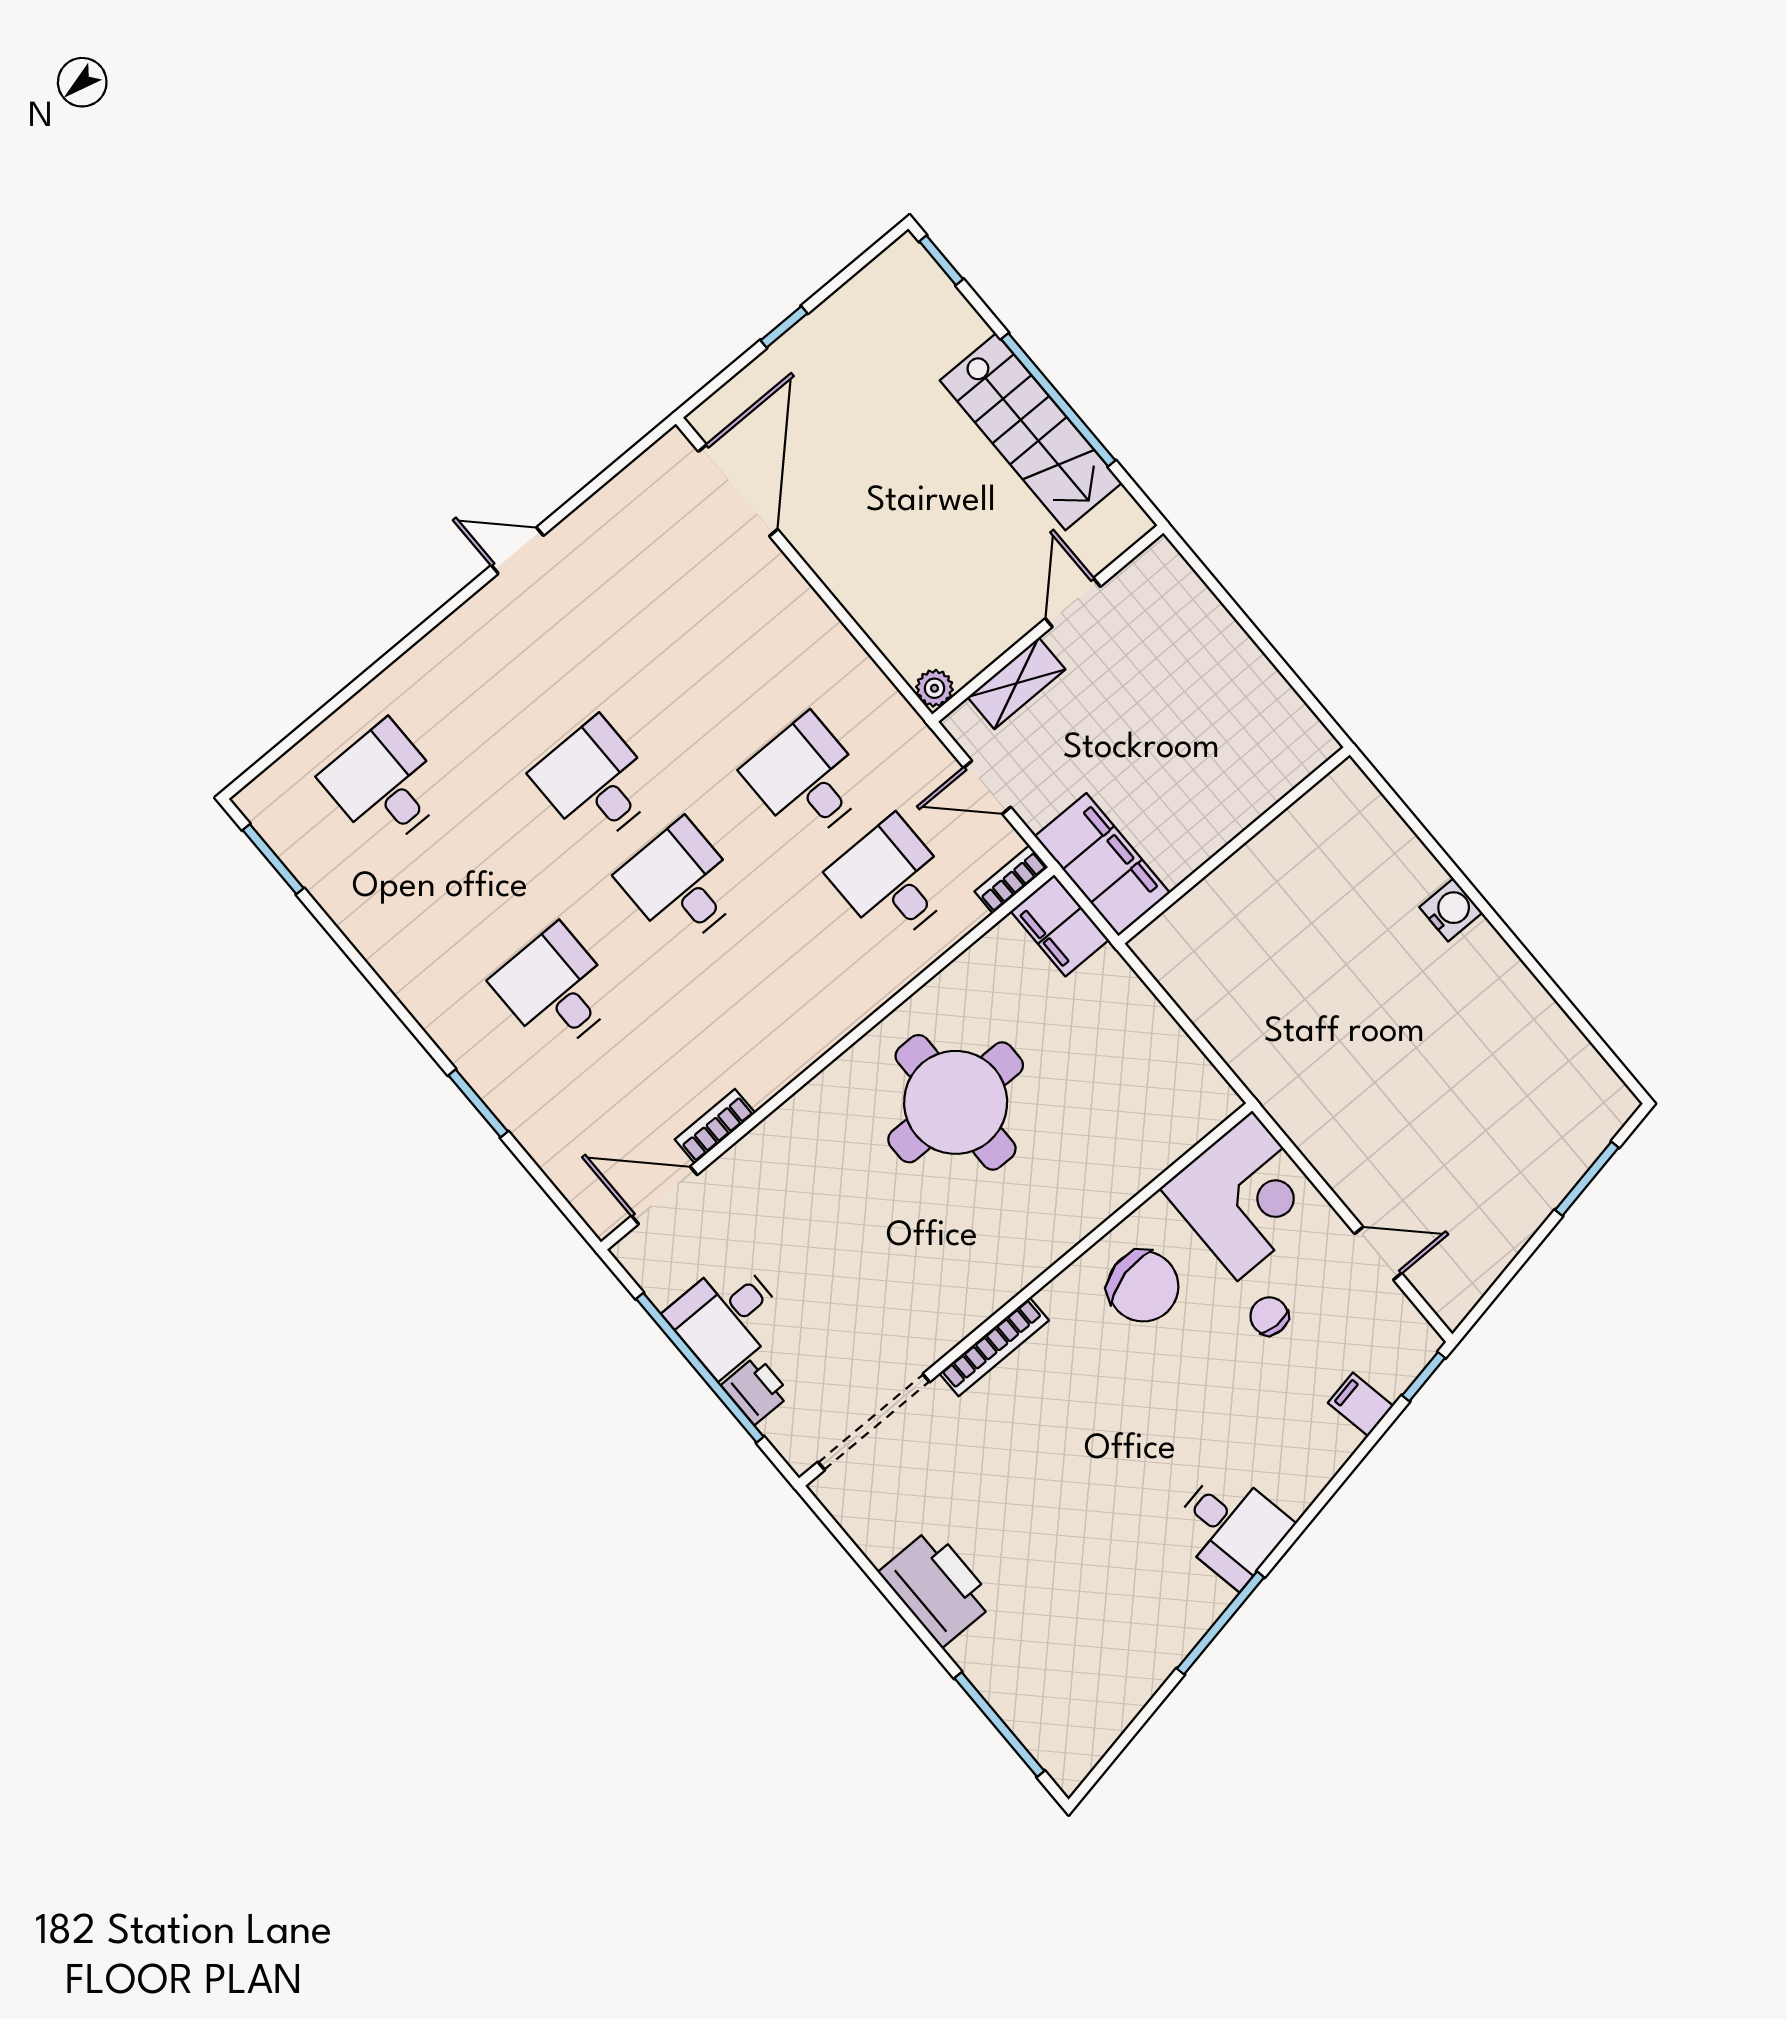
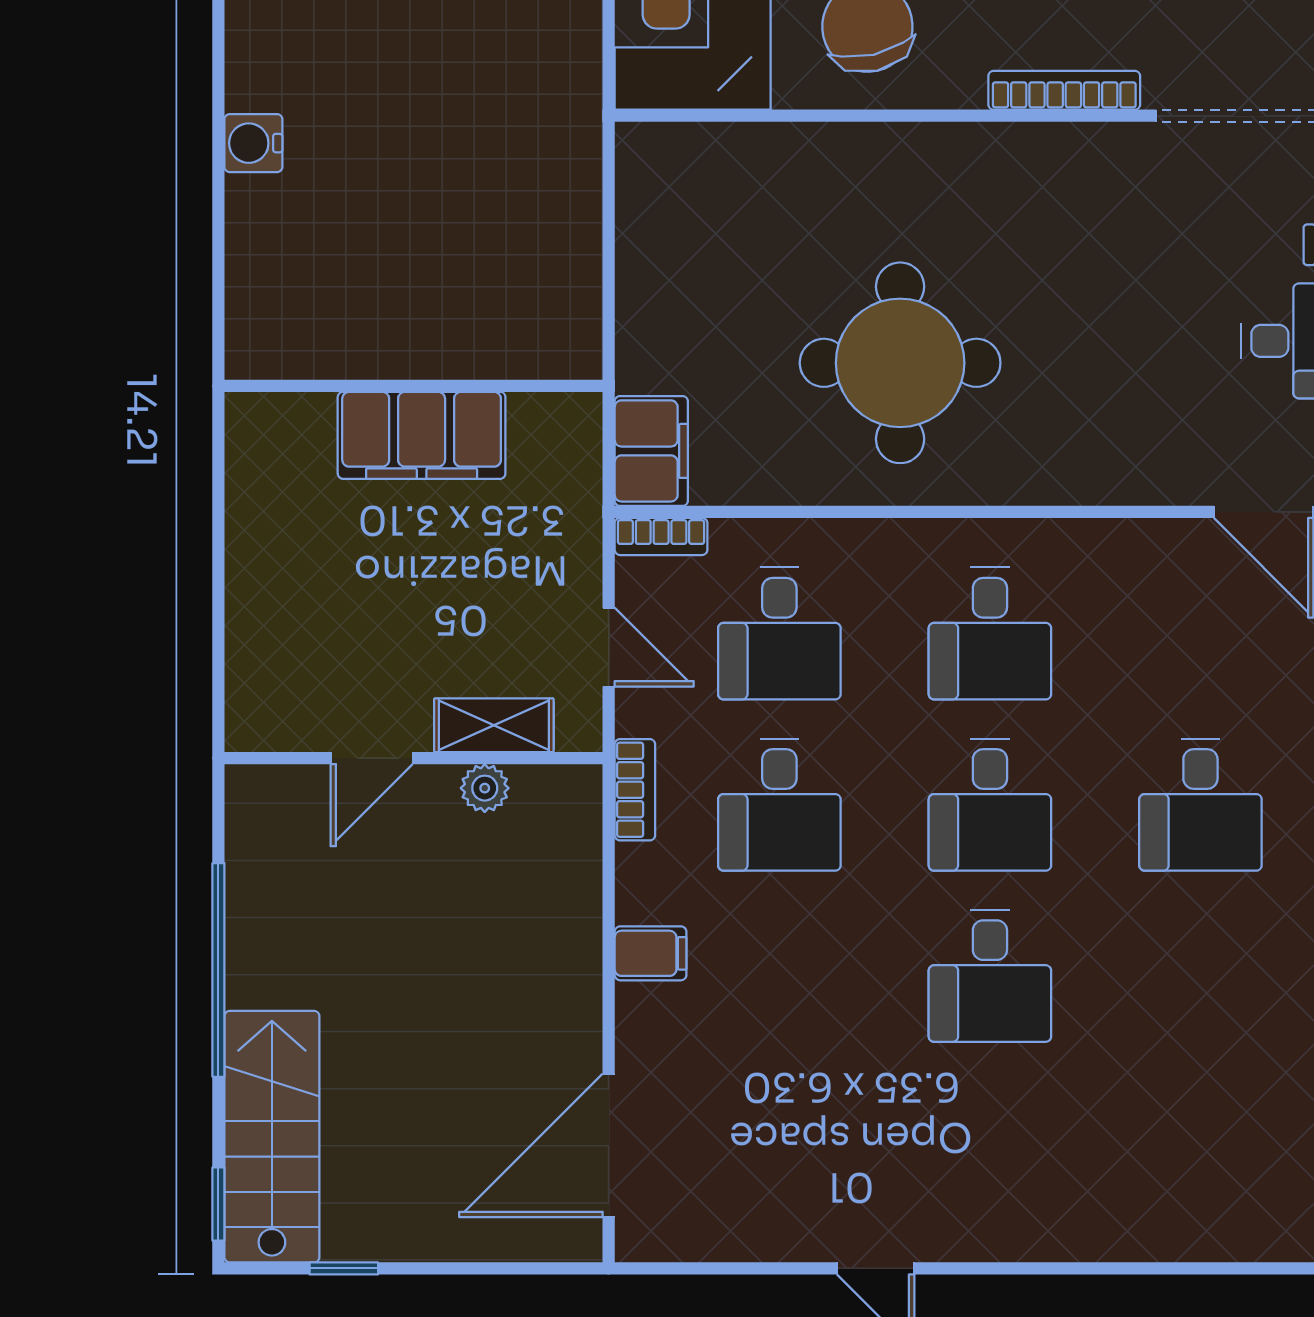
window: (784, 327) -> (344, 1268), moved
stairs: (1031, 432) -> (272, 1137), moved
filing cabinet: (809, 626) -> (651, 953), added
plant: (934, 688) -> (485, 788), moved
desk: (385, 785) -> (990, 633), moved
filing cabinet: (1102, 865) -> (422, 435), moved, turned -90
bookcase: (715, 1126) -> (635, 790), moved, turned -90

